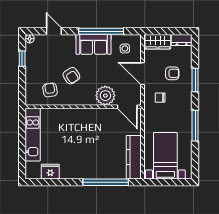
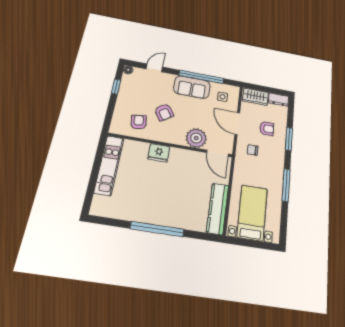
door: (54, 31) -> (154, 68), hinge flipped
fridge: (50, 172) -> (159, 153), moved, turned 180
window: (106, 182) -> (157, 229), moved

